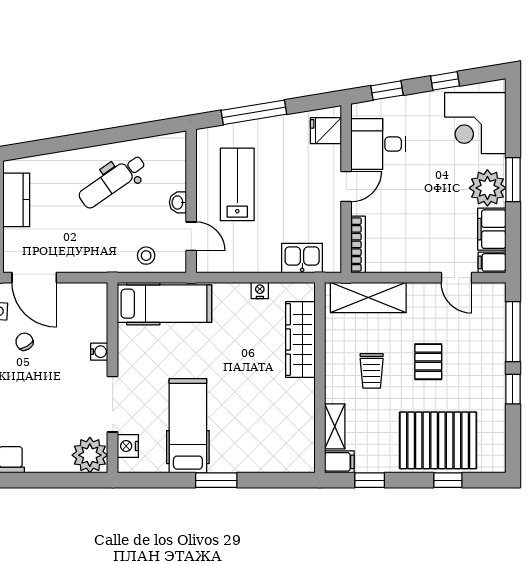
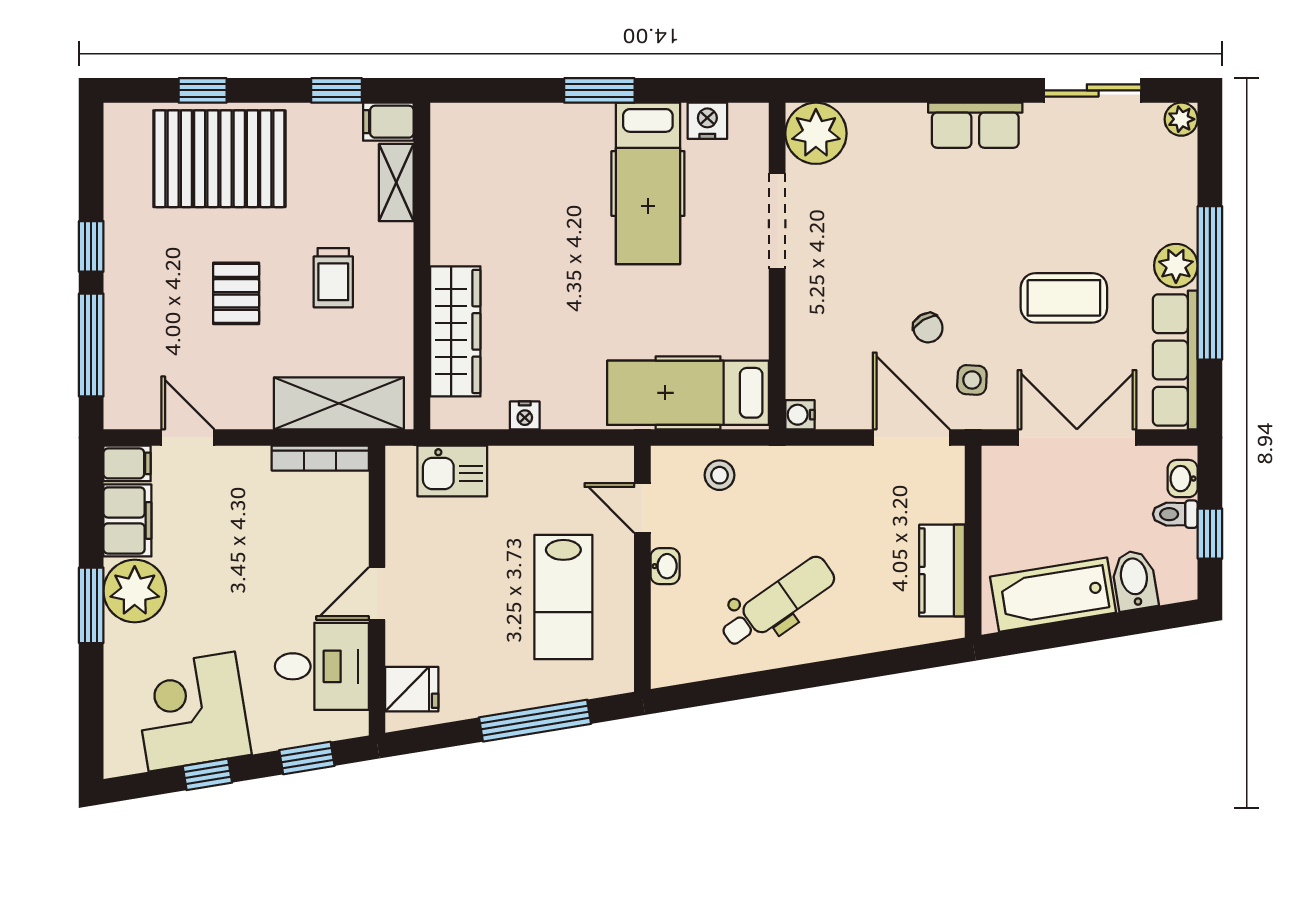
corner desk: (475, 123) -> (192, 711), moved, turned -99
bookcase: (358, 244) -> (320, 458), moved, turned -90
water cooler: (99, 352) -> (800, 415), moved
trolley: (372, 371) -> (333, 278), turned 180
nightstand: (128, 446) -> (707, 121), moved, turned -90

